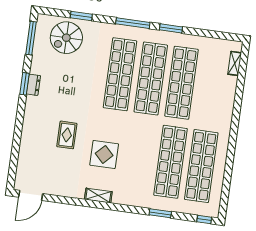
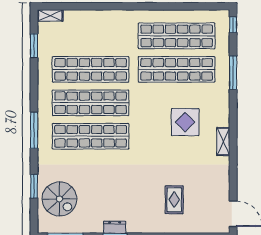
window: (171, 28) -> (34, 46), moved
shelving: (235, 63) -> (50, 15), moved
rug: (67, 135) -> (174, 200), moved, turned 90
display table: (104, 154) -> (185, 122), moved
window: (160, 213) -> (233, 73), width x1.44

